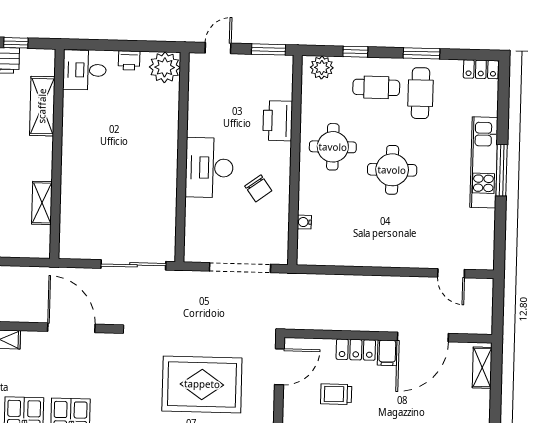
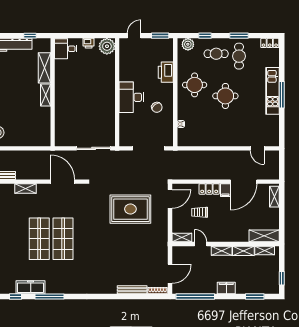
shelving: (42, 203) -> (46, 95), moved

